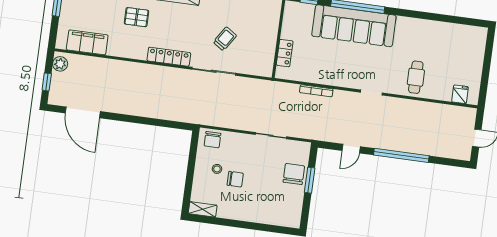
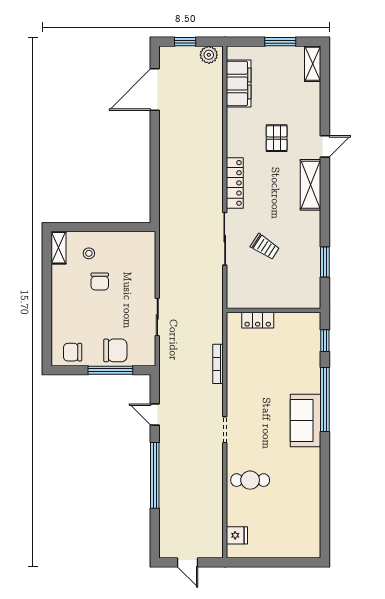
sofa: (354, 26) -> (306, 420), width x0.54, depth x0.79
chair: (212, 140) -> (73, 352), moved
stool: (217, 169) -> (89, 253), moved
window: (310, 180) -> (110, 370), width x1.44

